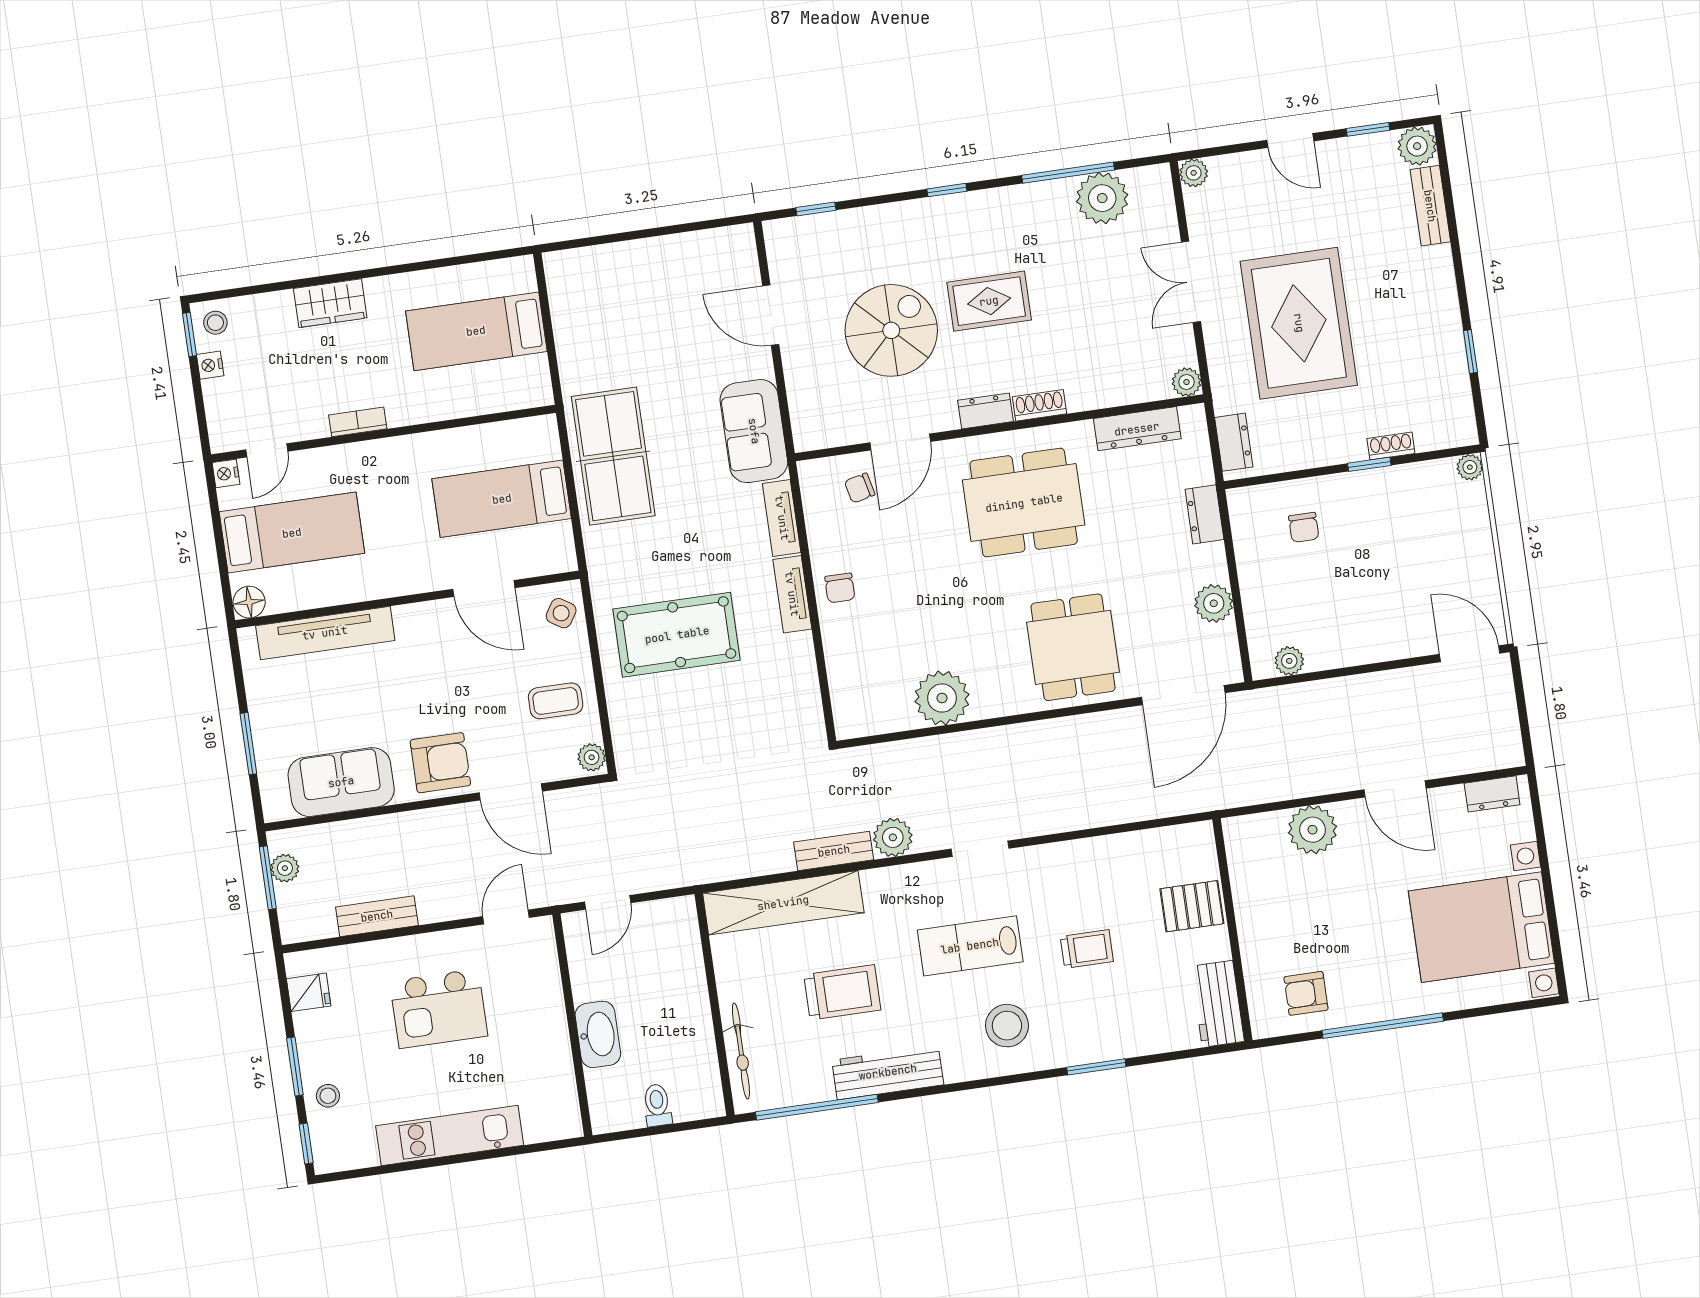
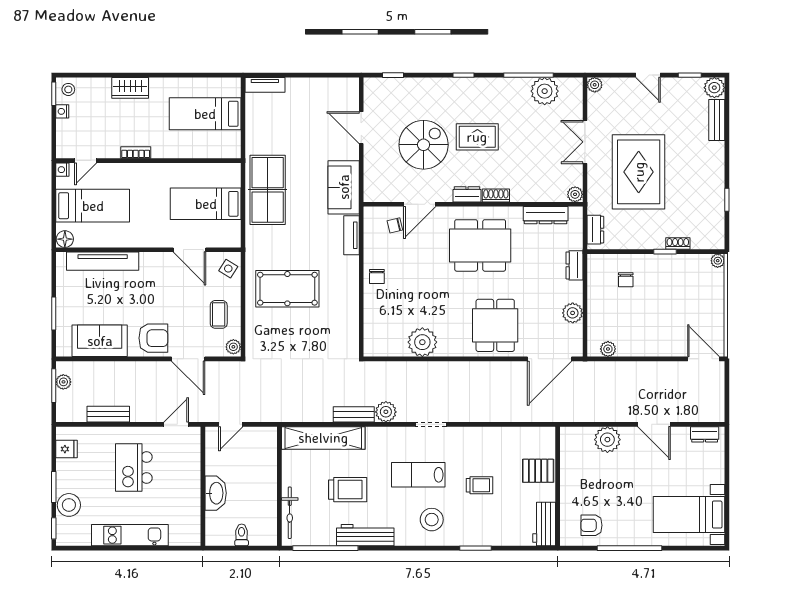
tv unit: (792, 594) -> (265, 85), moved, turned -90
coffee table: (556, 701) -> (219, 314), turned 90
bed with nightstands: (1481, 927) -> (689, 515), width x0.73
kitchen island: (439, 1009) -> (134, 468), turned 90
stool: (328, 1096) -> (69, 505), width x1.89, depth x1.89

